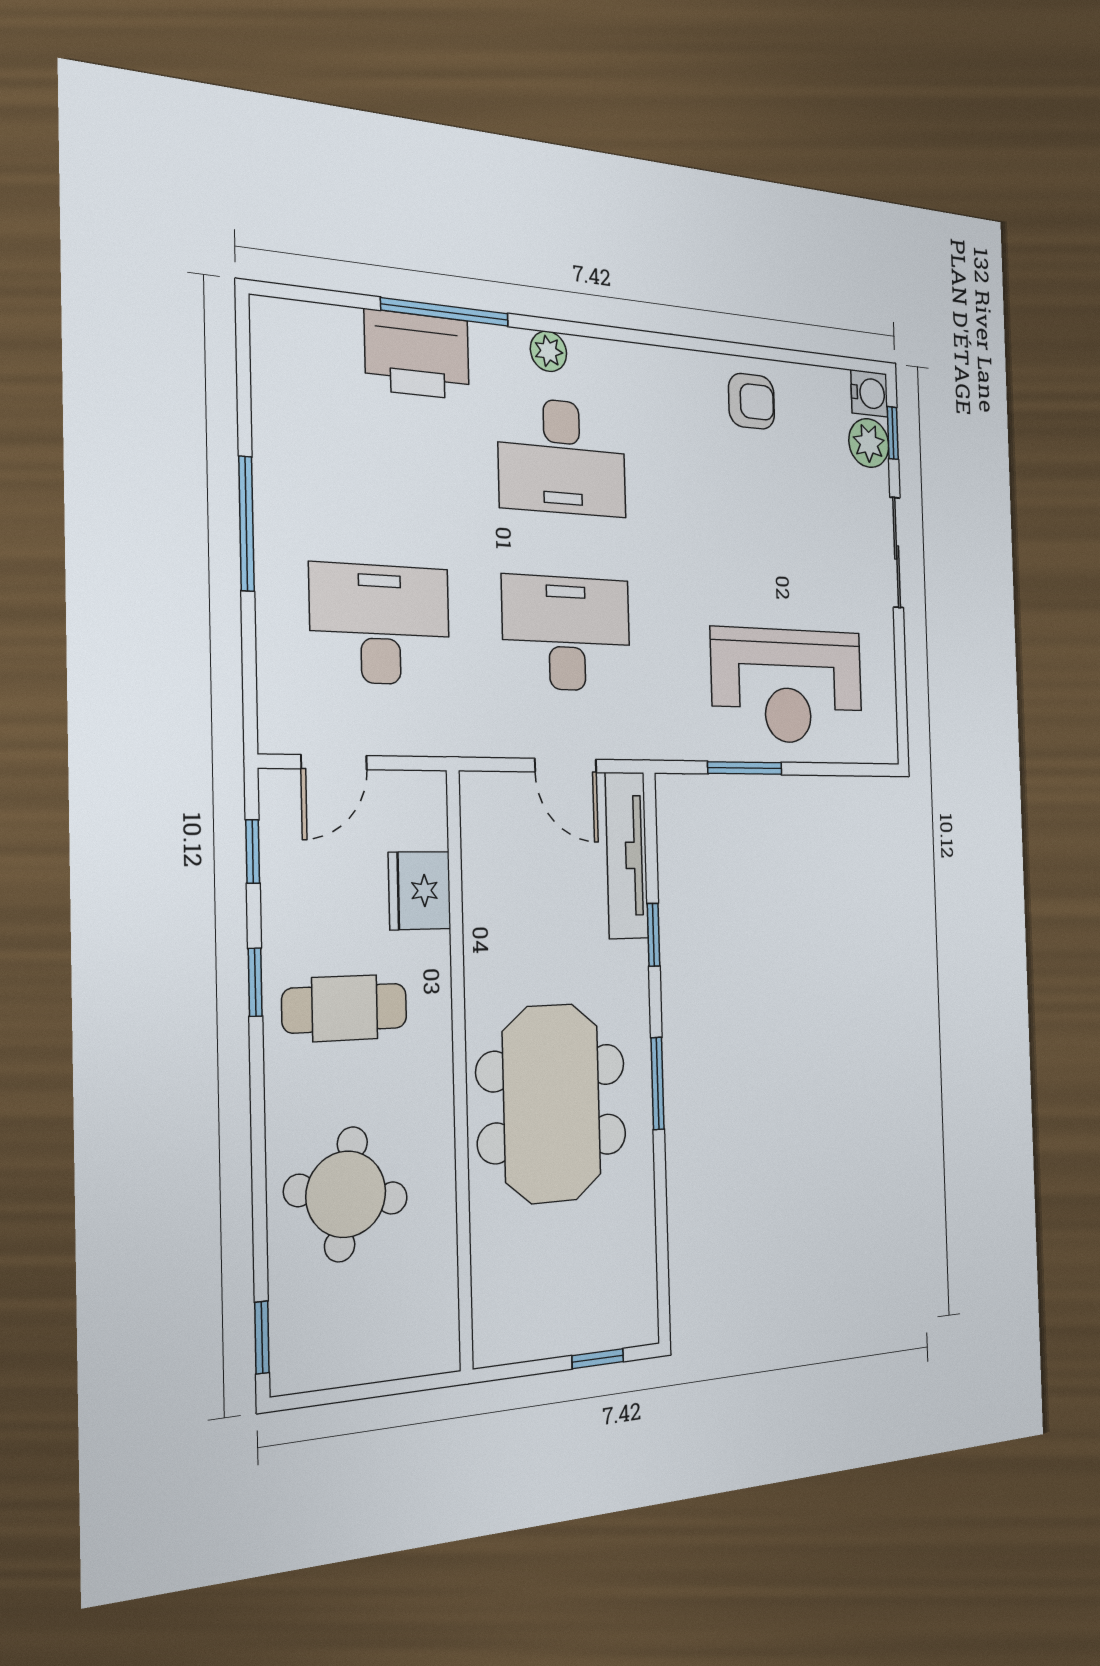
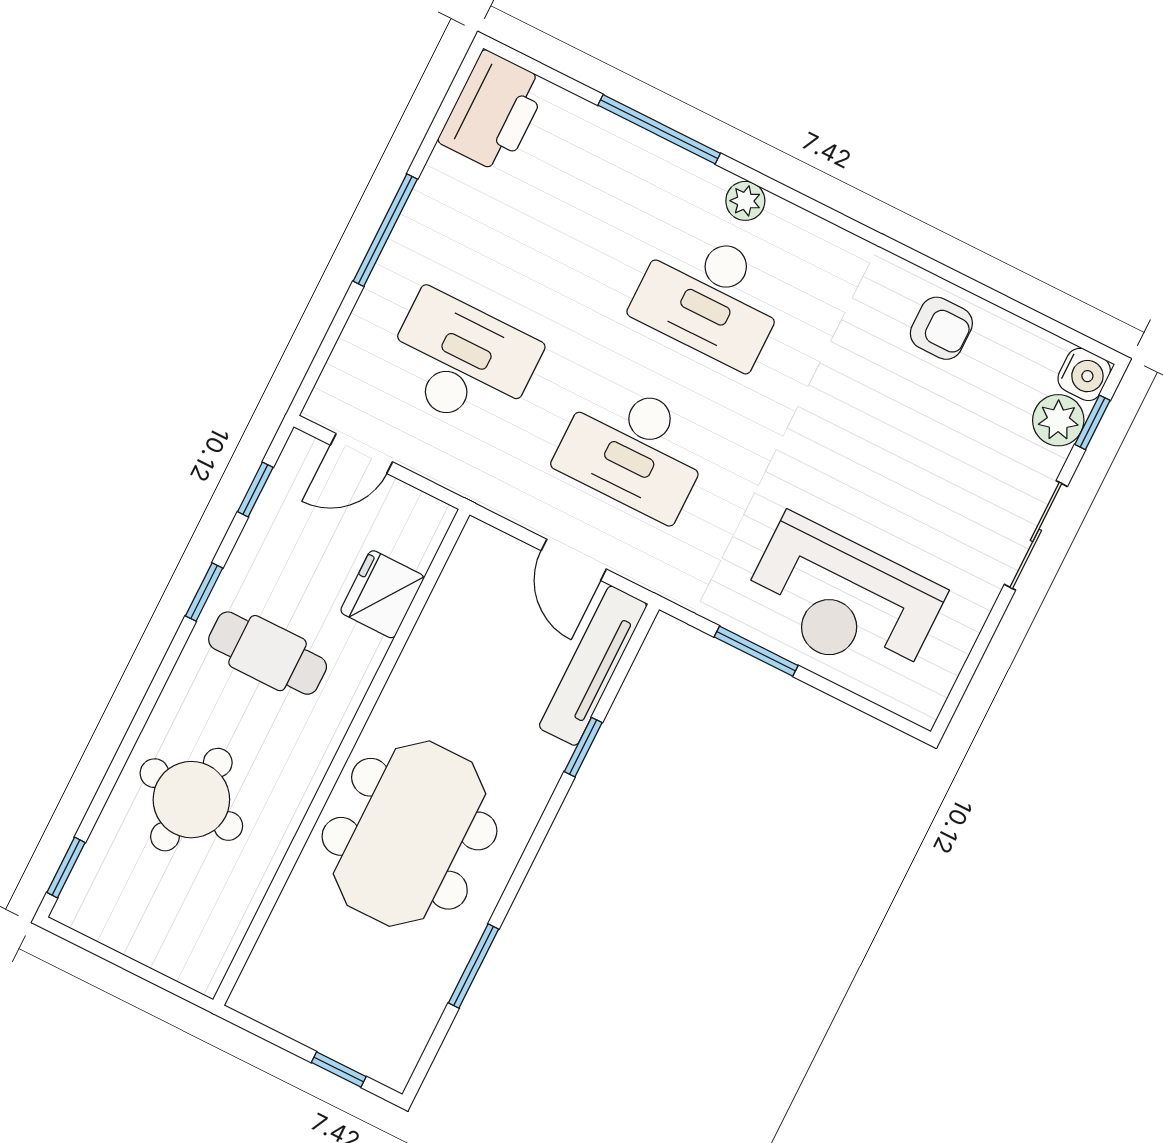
printer: (417, 355) -> (493, 112), moved, turned -90
desk: (567, 633) -> (635, 449), turned 180
window: (658, 1083) -> (473, 966), moved

